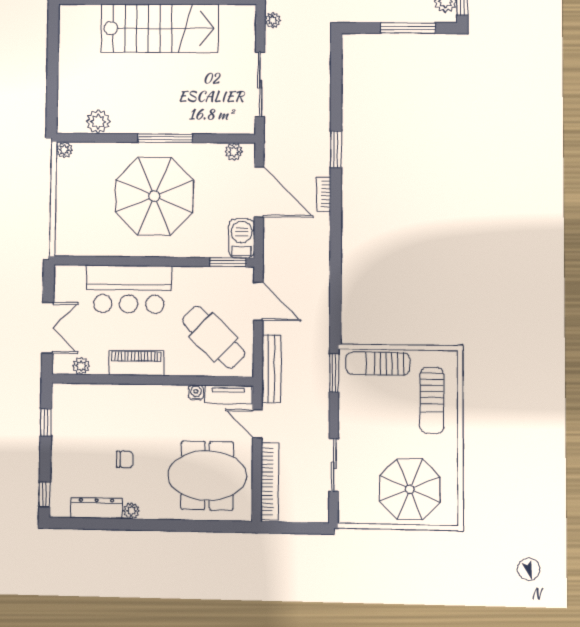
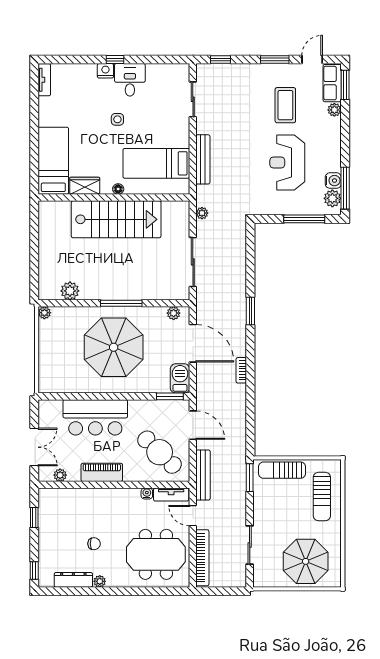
bookcase: (324, 194) -> (241, 370), moved

